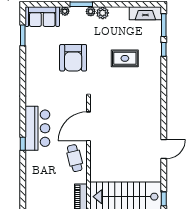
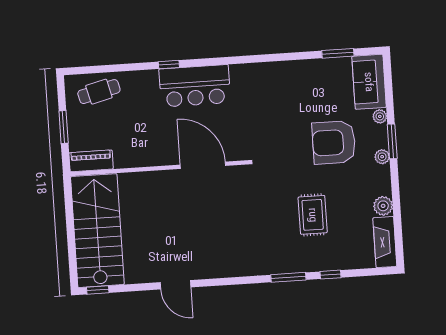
plant: (103, 13) -> (383, 206), moved
window: (164, 25) -> (288, 277), moved
armchair: (73, 58) -> (334, 142), moved
cafe table: (75, 158) -> (99, 92), moved

